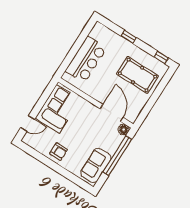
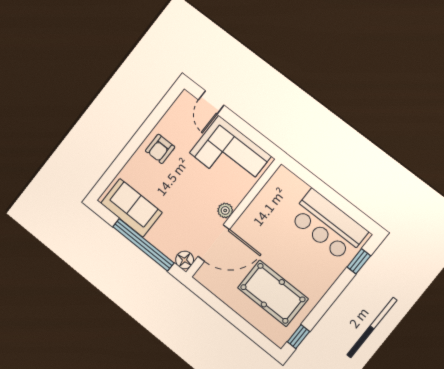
window: (129, 37) -> (359, 261), moved
bar counter: (86, 60) -> (328, 225), moved
pool table: (138, 75) -> (273, 293), turned 90
plant: (92, 108) -> (225, 210), added

